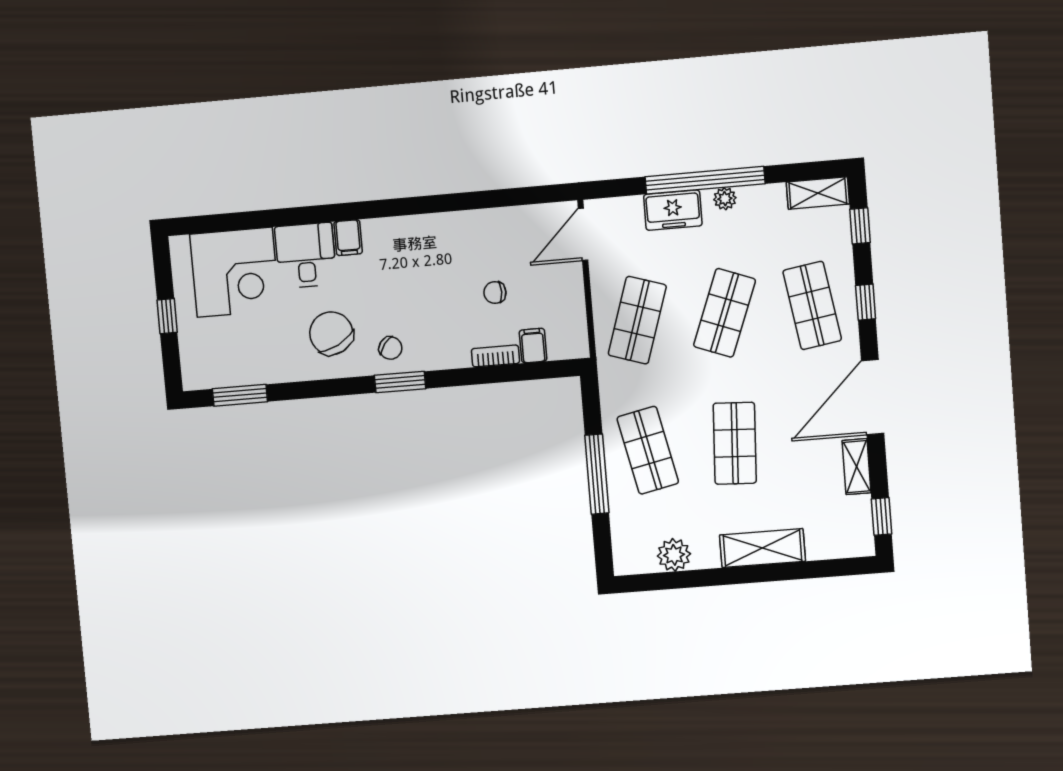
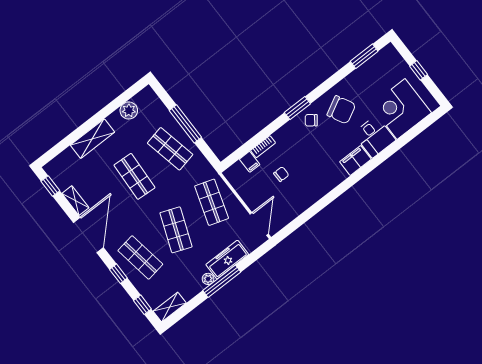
window: (705, 180) -> (222, 281), width x0.68
freezer: (673, 210) -> (227, 260), width x1.40
filing cabinet: (348, 238) -> (355, 161), width x2.00

